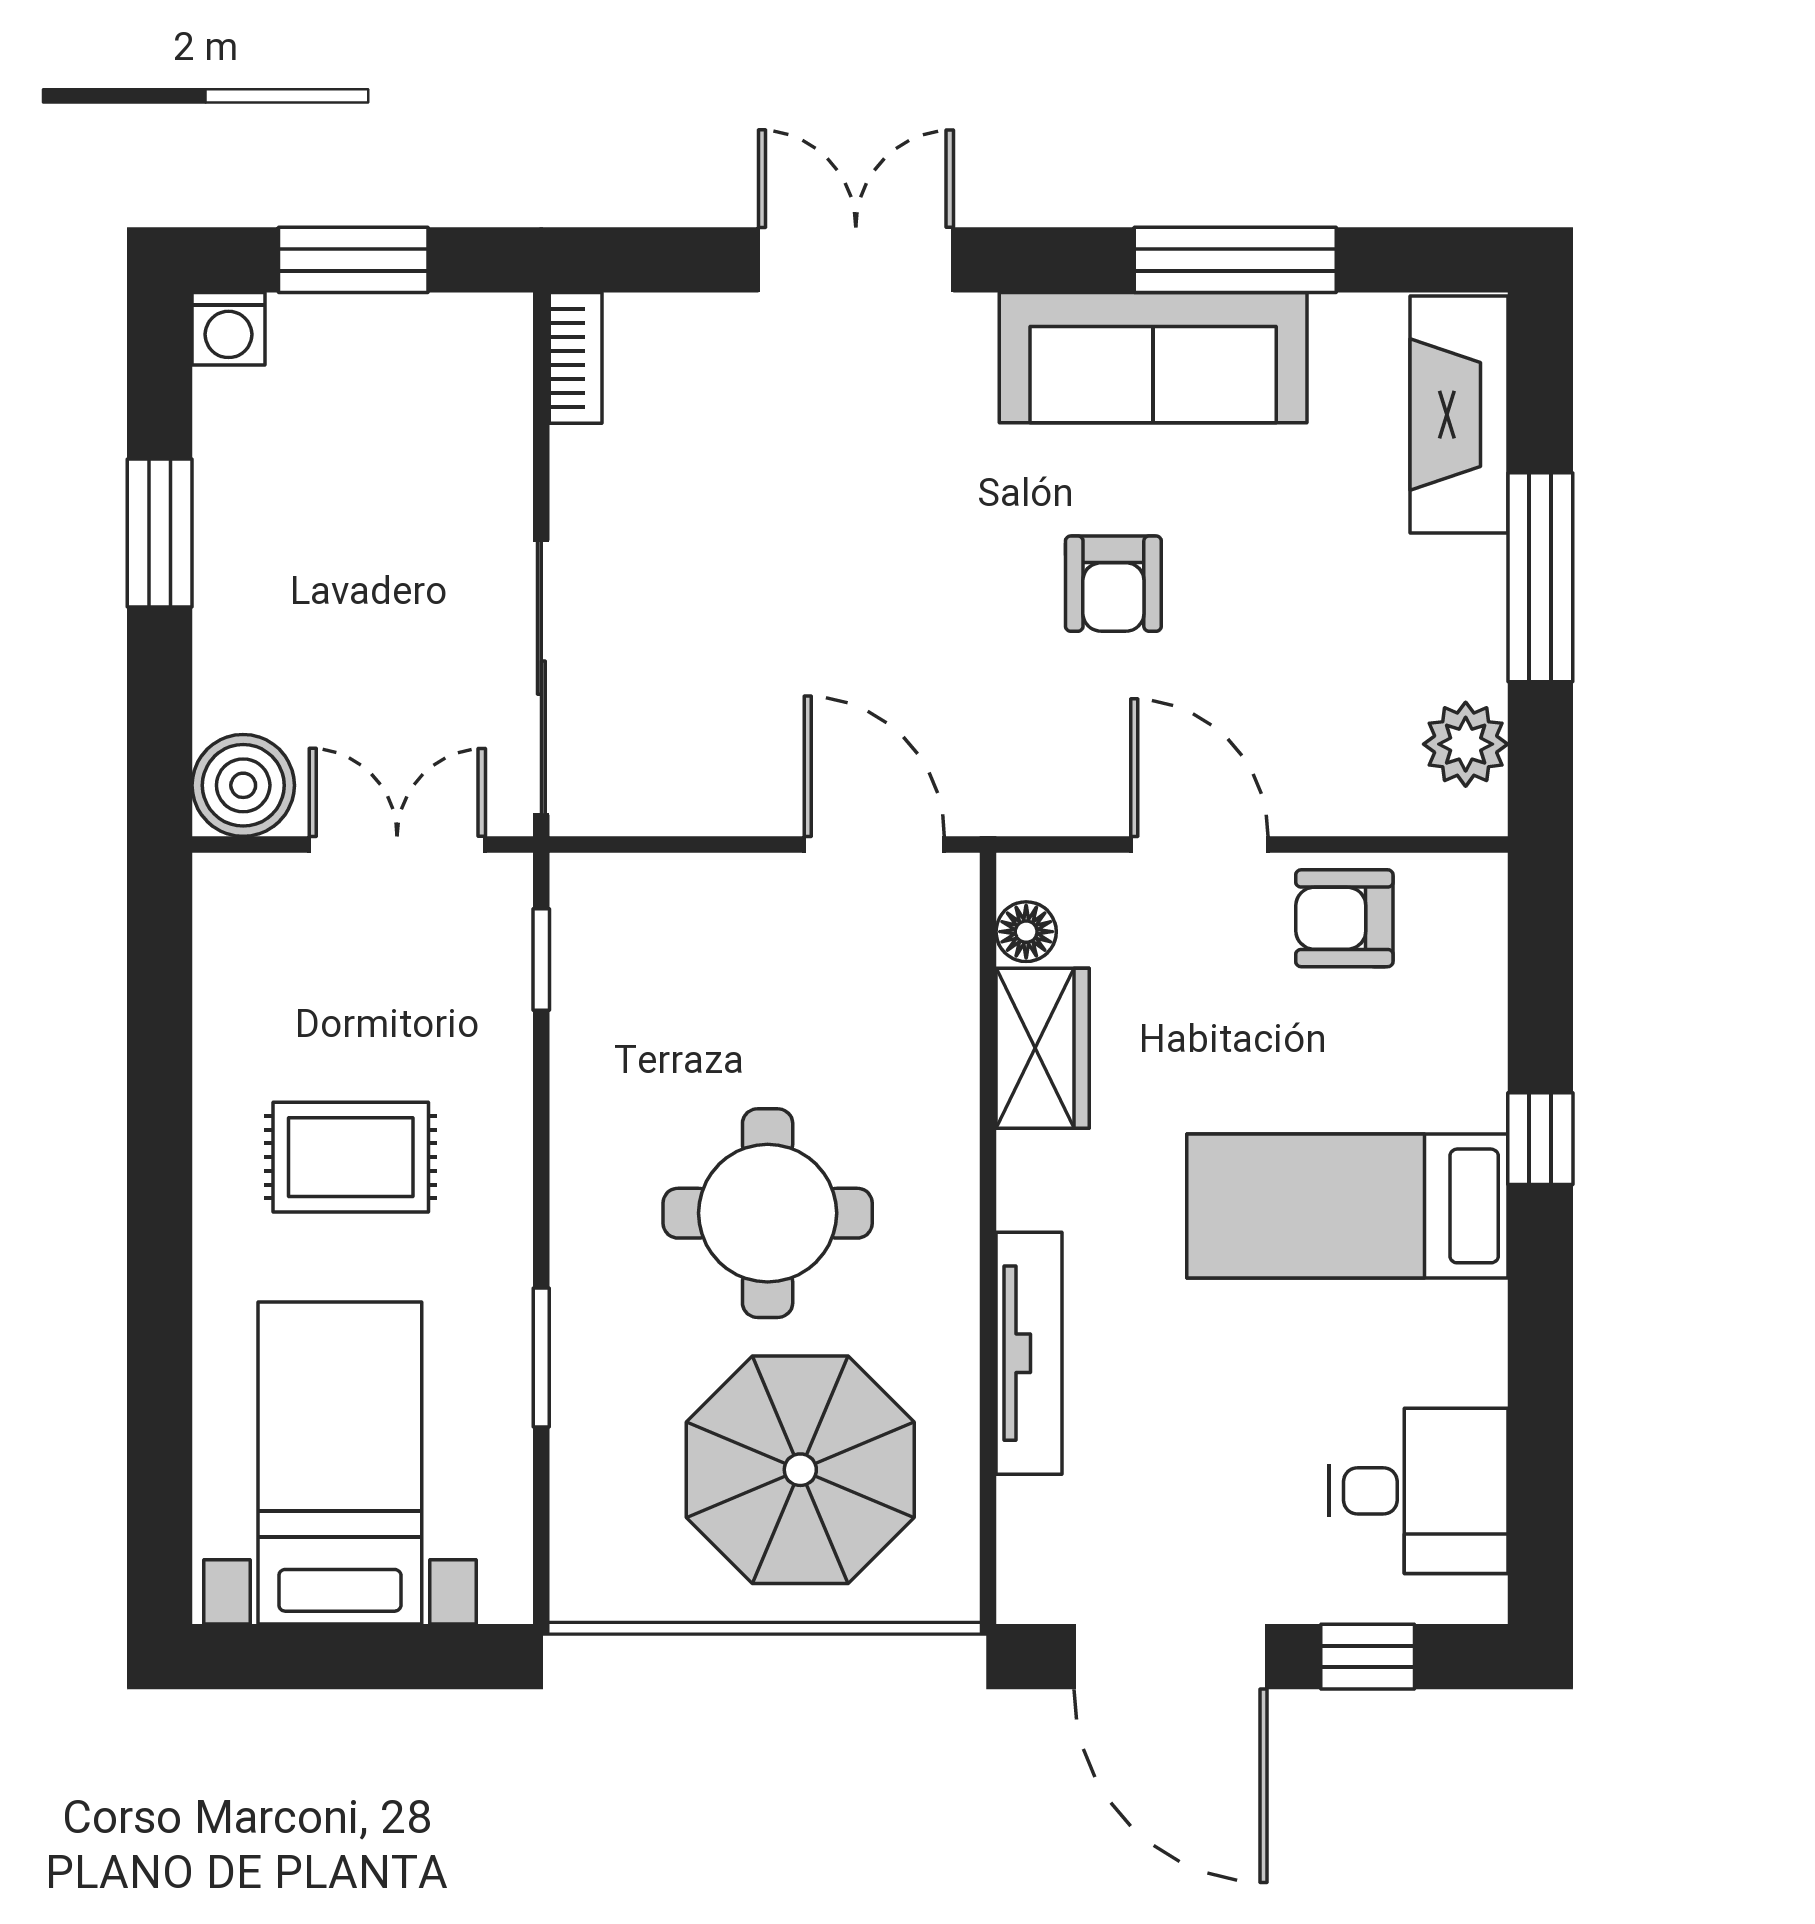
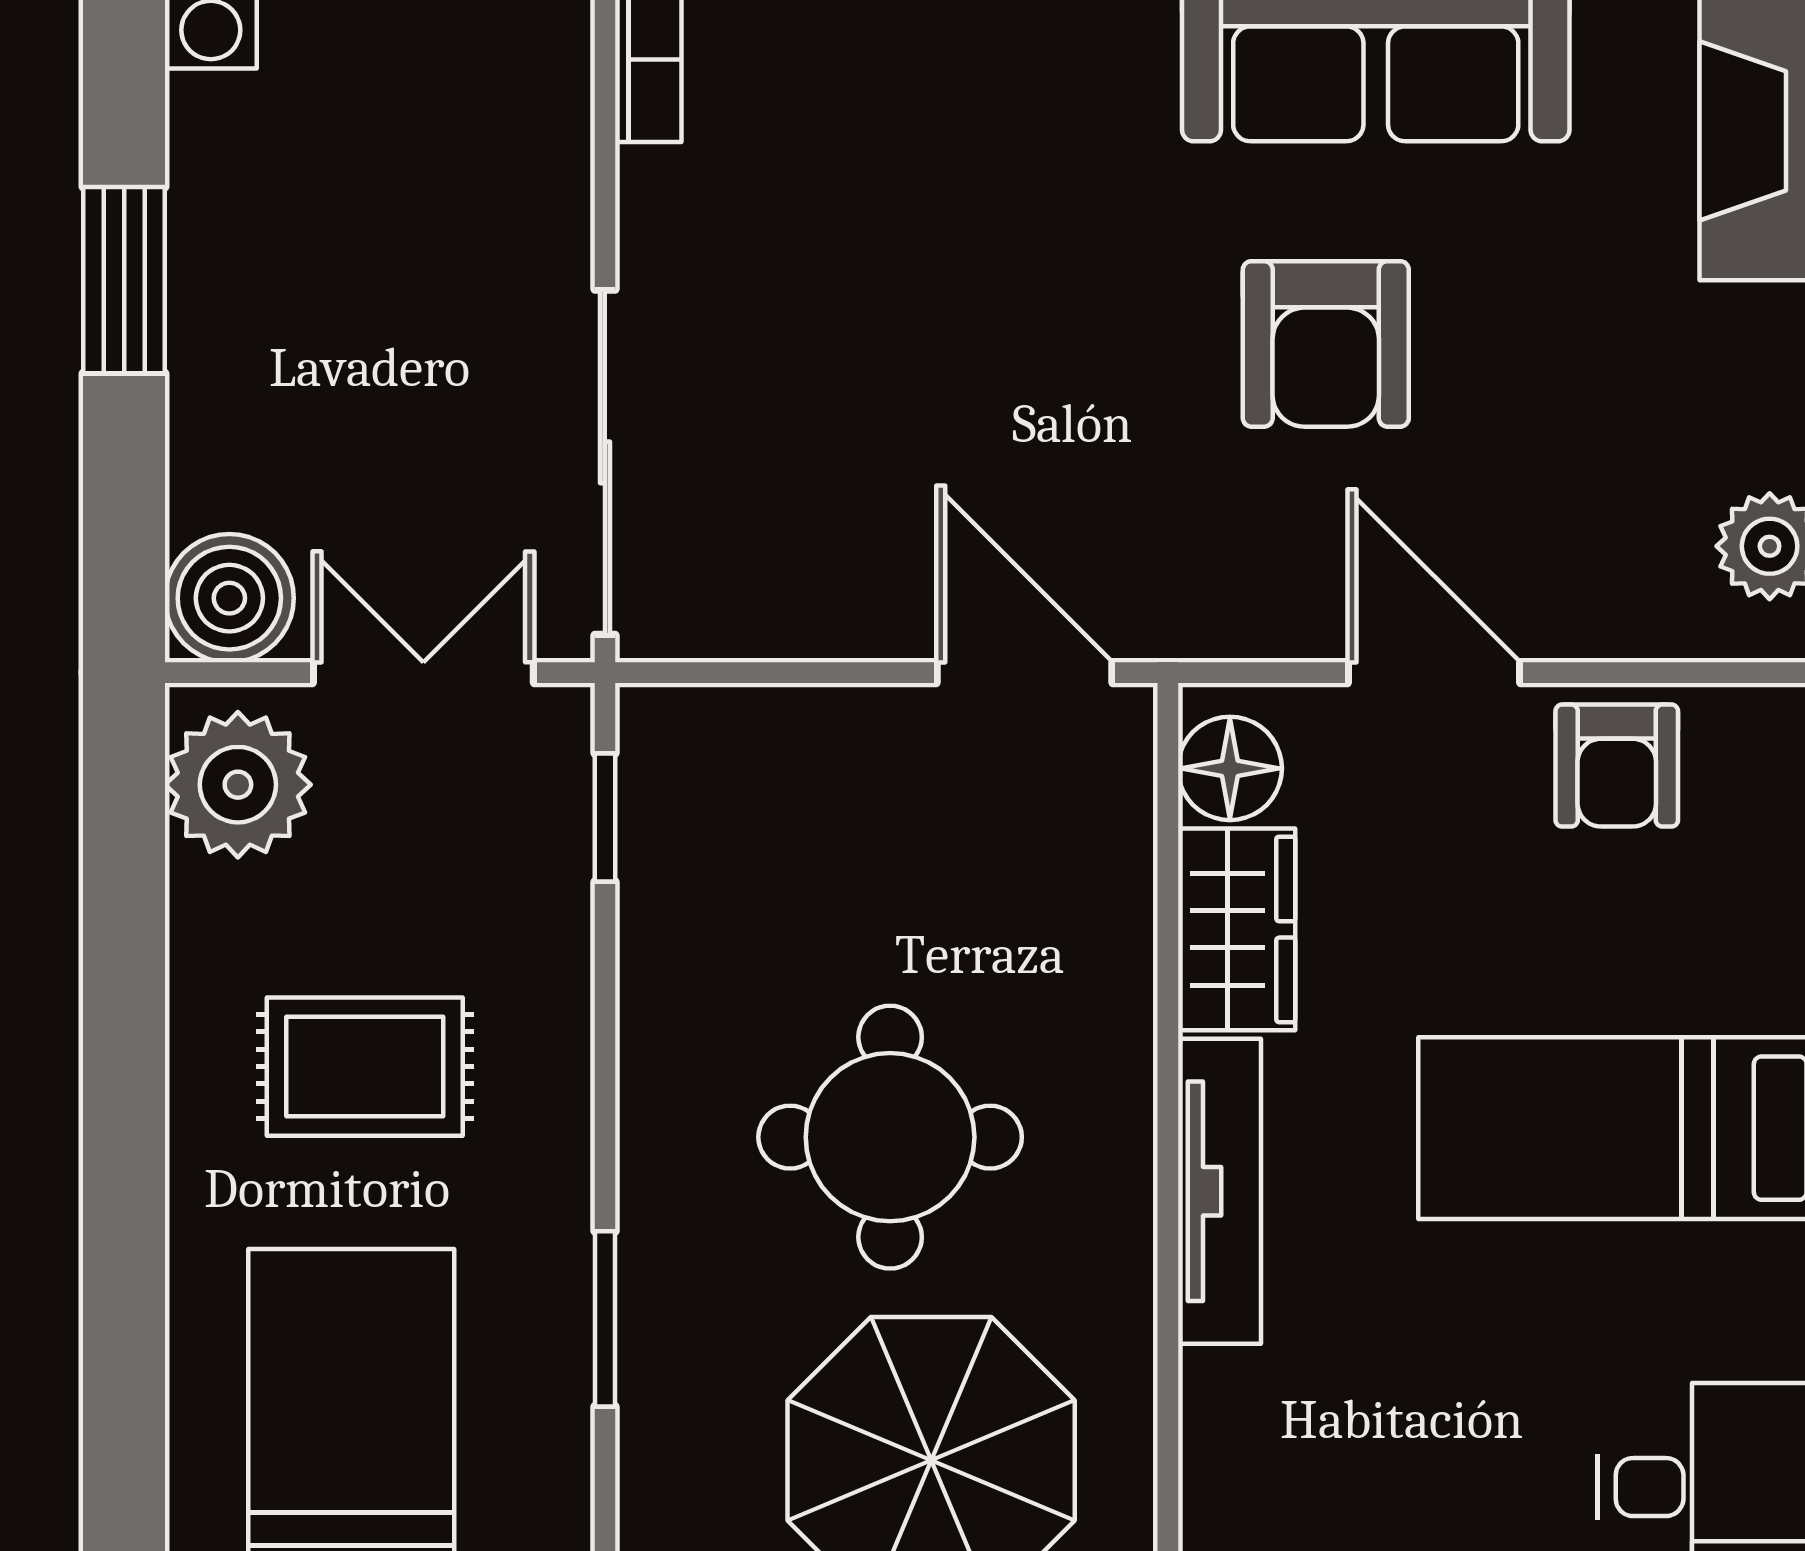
armchair: (1113, 584) -> (1326, 344), width x1.38, depth x1.38
armchair: (1344, 918) -> (1617, 766), turned -90
floor lamp: (1026, 932) -> (1230, 768), width x1.37, depth x1.37
plant: (250, 933) -> (238, 785), added
tv unit: (1029, 1353) -> (1219, 1191), moved

